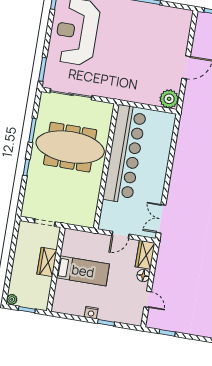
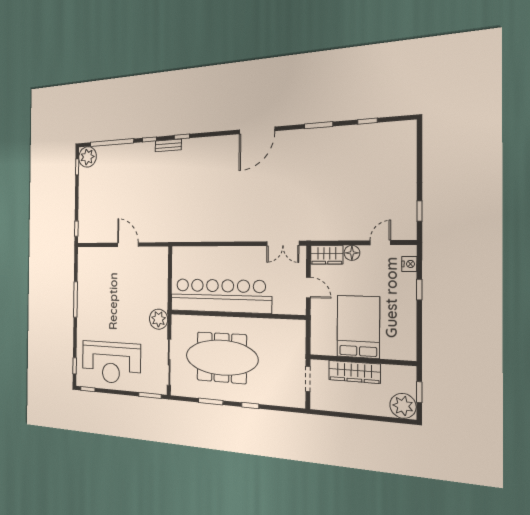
plant: (169, 99) -> (159, 319), moved
meeting table: (70, 147) -> (222, 358), turned 90
wardrobe: (47, 262) -> (354, 372), width x1.50
bed: (83, 271) -> (358, 327), width x1.50
plant: (12, 299) -> (403, 406), width x1.87, depth x1.87
nightstand: (91, 313) -> (409, 264), moved

